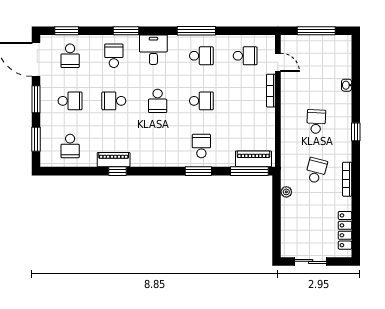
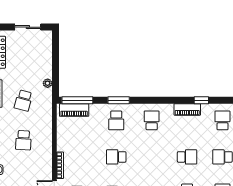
school desk: (158, 101) -> (152, 120), moved
window: (118, 171) -> (201, 100), moved

